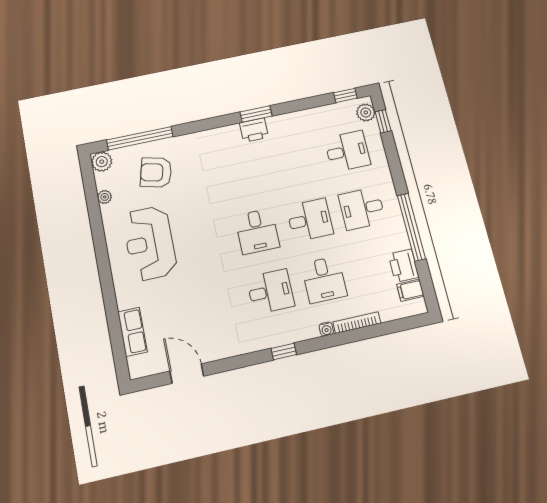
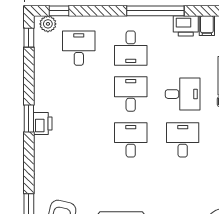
desk: (257, 231) -> (131, 140), turned -90

